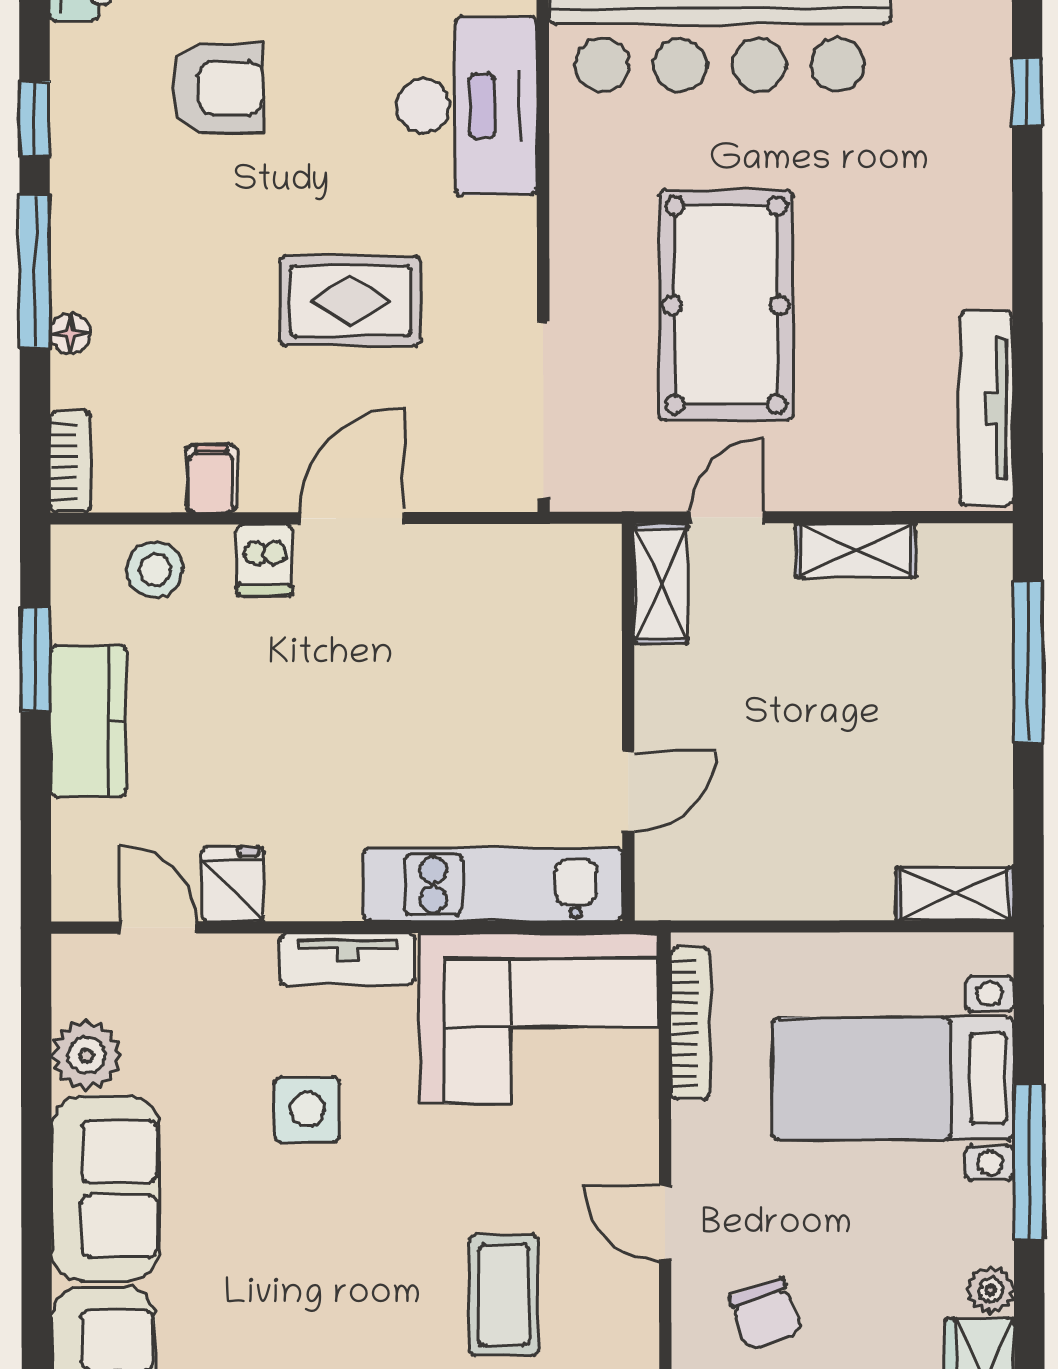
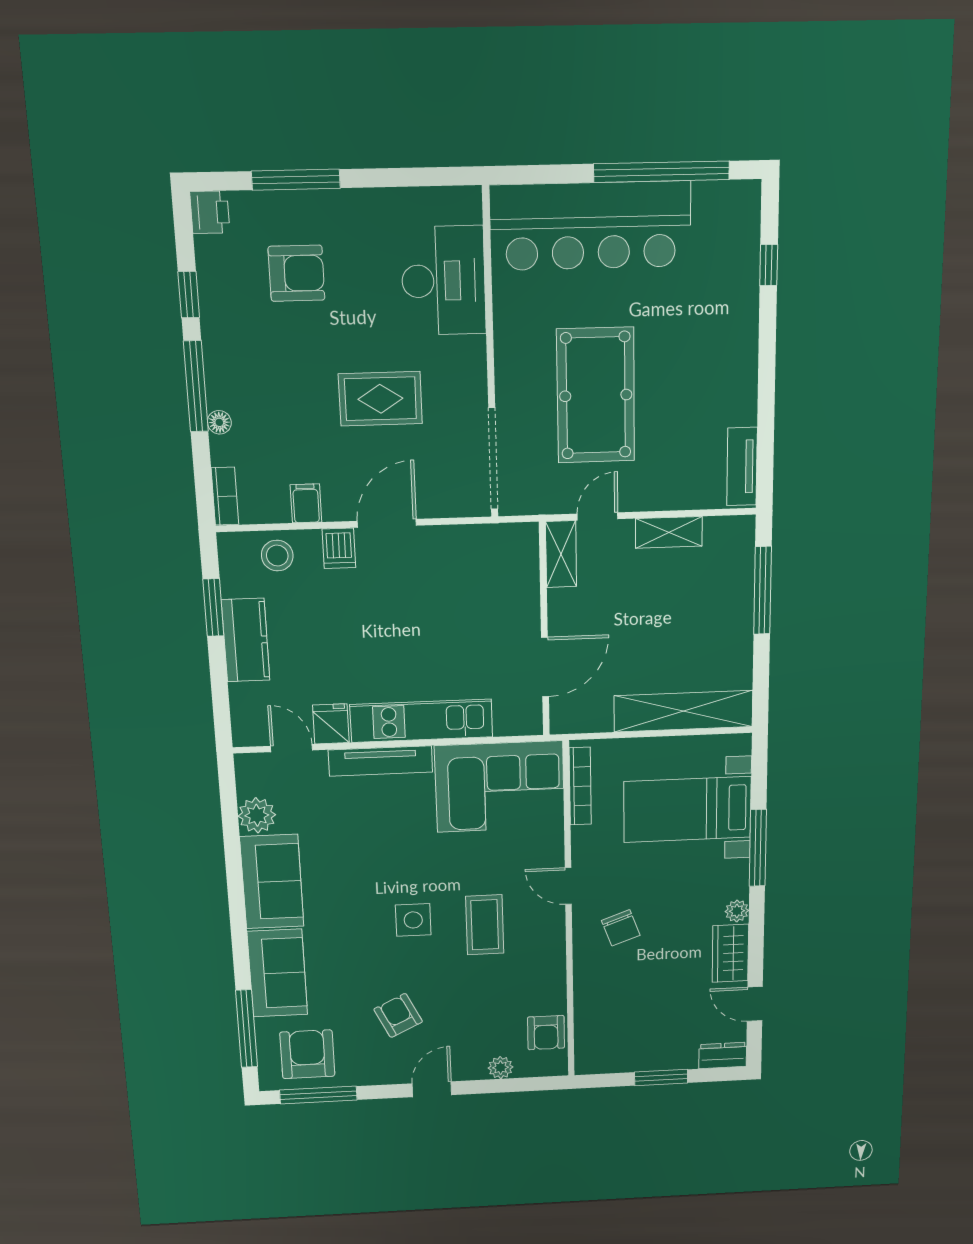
tv unit: (986, 408) -> (742, 467), width x0.71
door: (628, 791) -> (545, 667), width x1.38
kitchen unit: (493, 884) -> (421, 721), moved
shelving: (955, 894) -> (683, 711), width x2.20, depth x1.33
tv unit: (348, 959) -> (380, 761), width x1.41
side table: (307, 1109) -> (413, 920), moved

